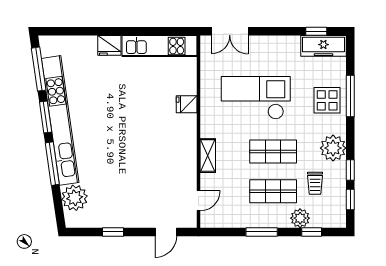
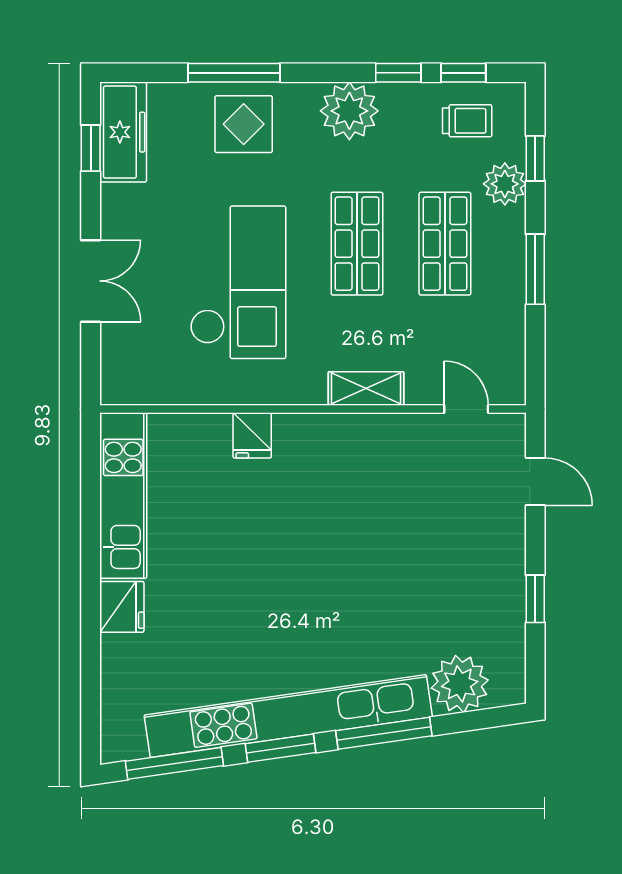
double door: (230, 31) -> (91, 281), moved
checkout: (256, 98) -> (238, 282), turned 180
trolley: (315, 183) -> (467, 121), moved

